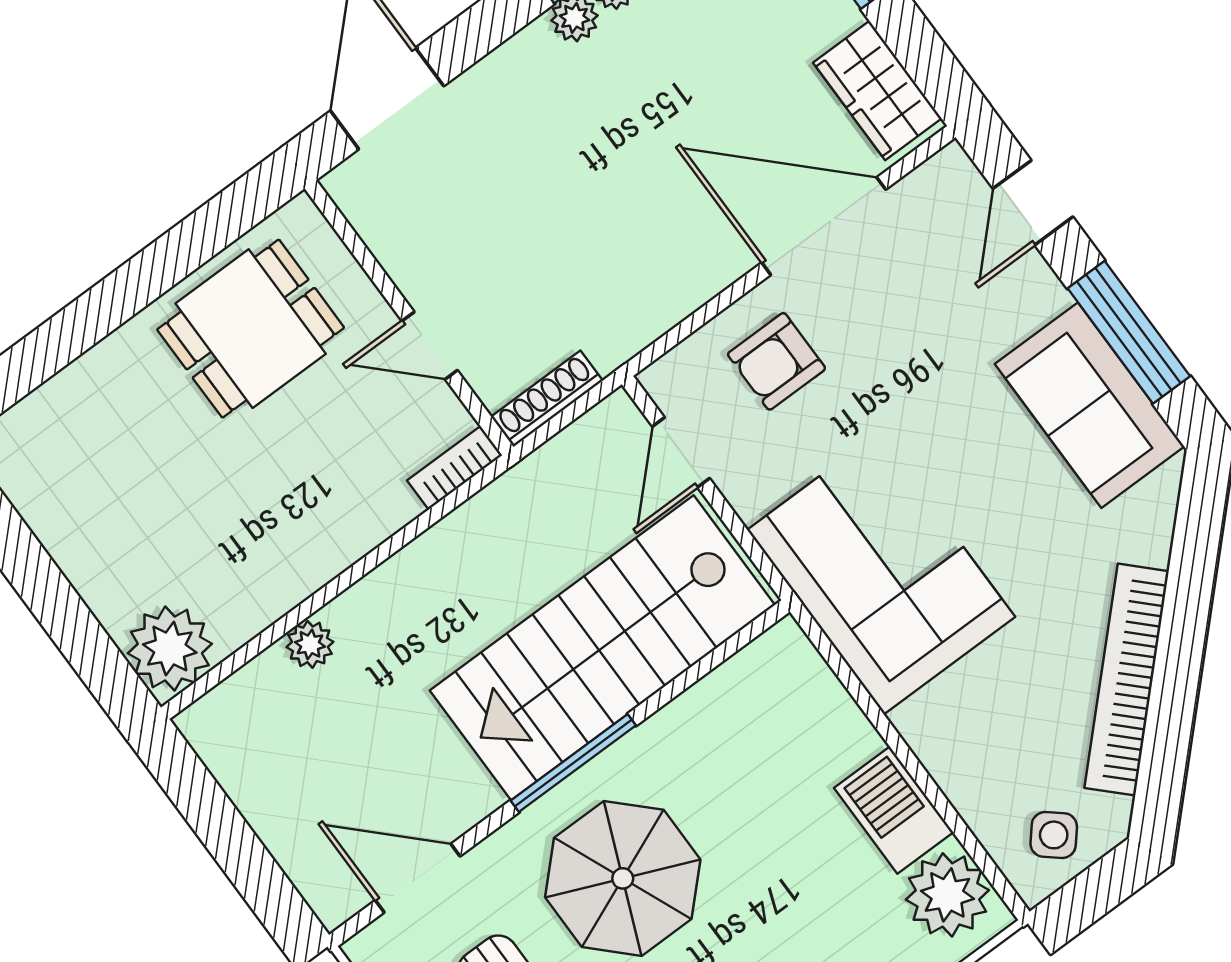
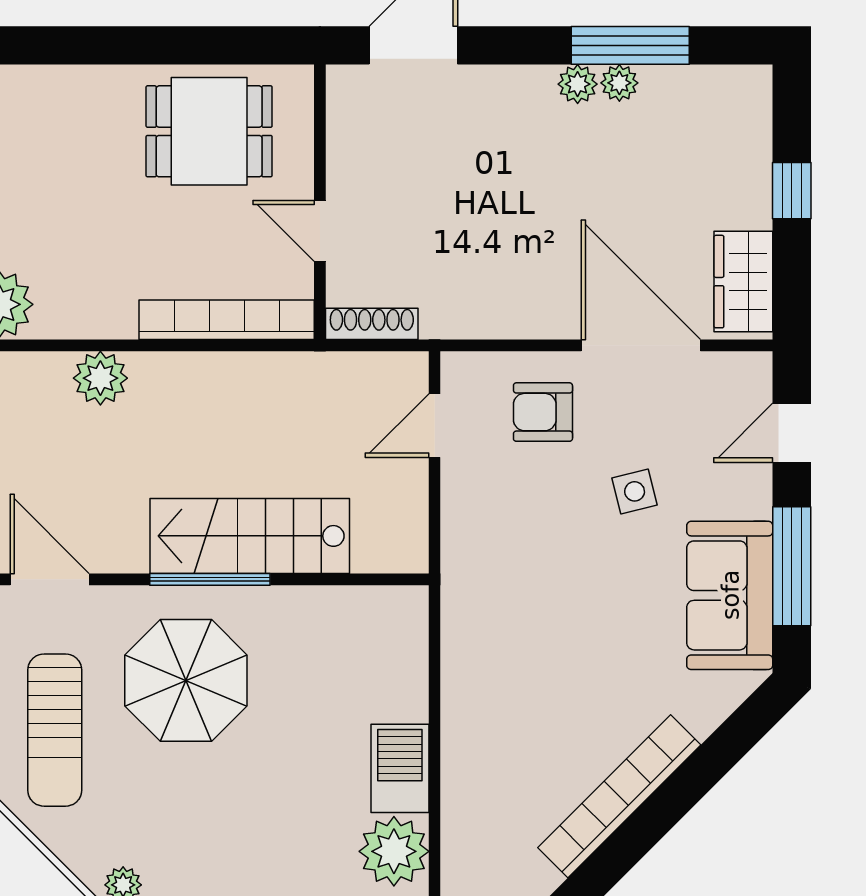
bookcase: (455, 468) -> (227, 320), width x2.31, depth x1.31
corner sofa: (881, 573) -> (508, 605), removed
plant: (310, 644) -> (100, 378), width x1.38, depth x1.38
stairs: (602, 648) -> (250, 536), width x0.73, depth x0.66
side table: (1054, 835) -> (635, 491), moved, turned 36

